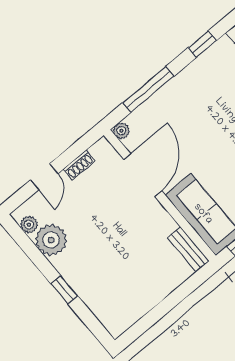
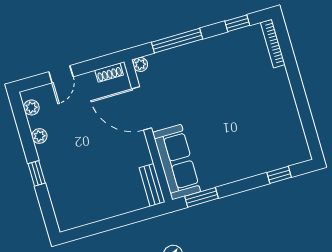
shoe rack: (79, 165) -> (109, 73), moved
door: (143, 175) -> (142, 108), swing flipped
plant: (51, 240) -> (39, 136), width x0.53, depth x0.53

